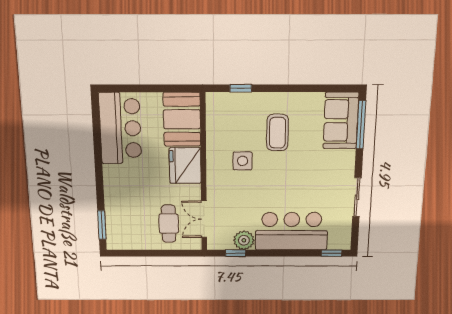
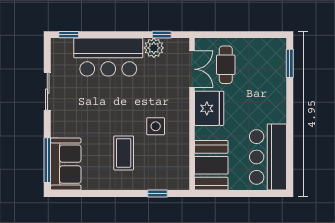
fridge: (185, 166) -> (209, 108), moved

